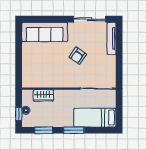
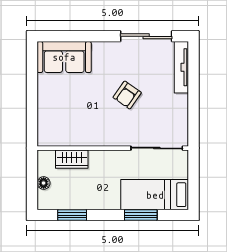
sofa: (45, 32) -> (64, 57), width x0.73
window: (19, 114) -> (32, 189), removed
window: (74, 130) -> (141, 215), moved

